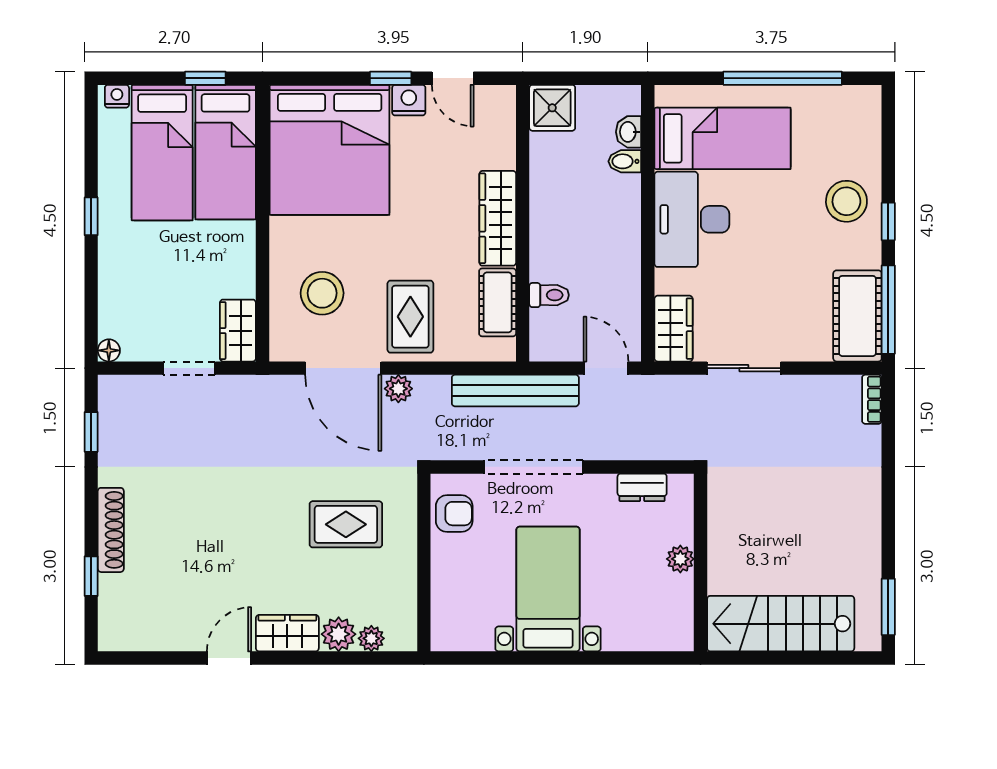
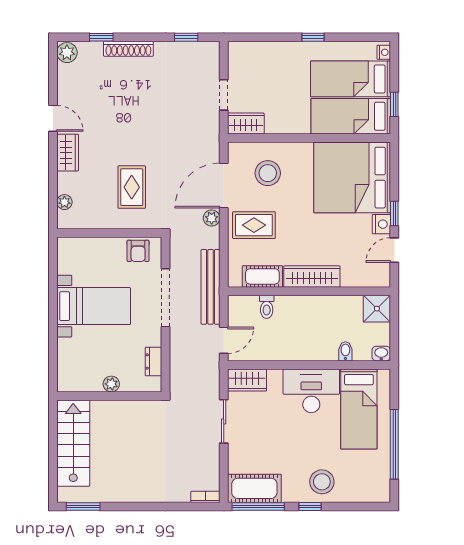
washbasin: (629, 132) -> (381, 354), moved
floor lamp: (109, 350) -> (234, 48), removed
plant: (339, 634) -> (67, 53), moved

